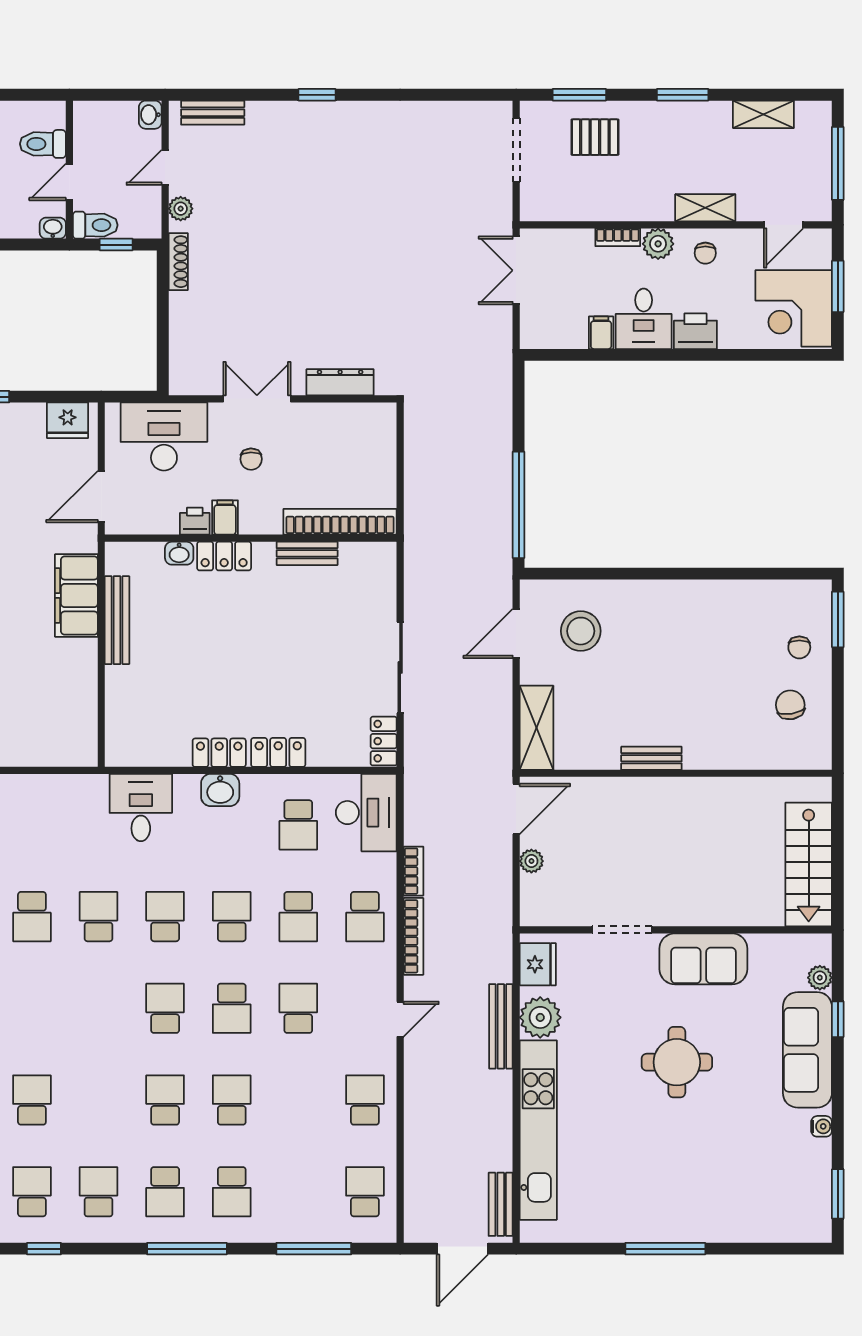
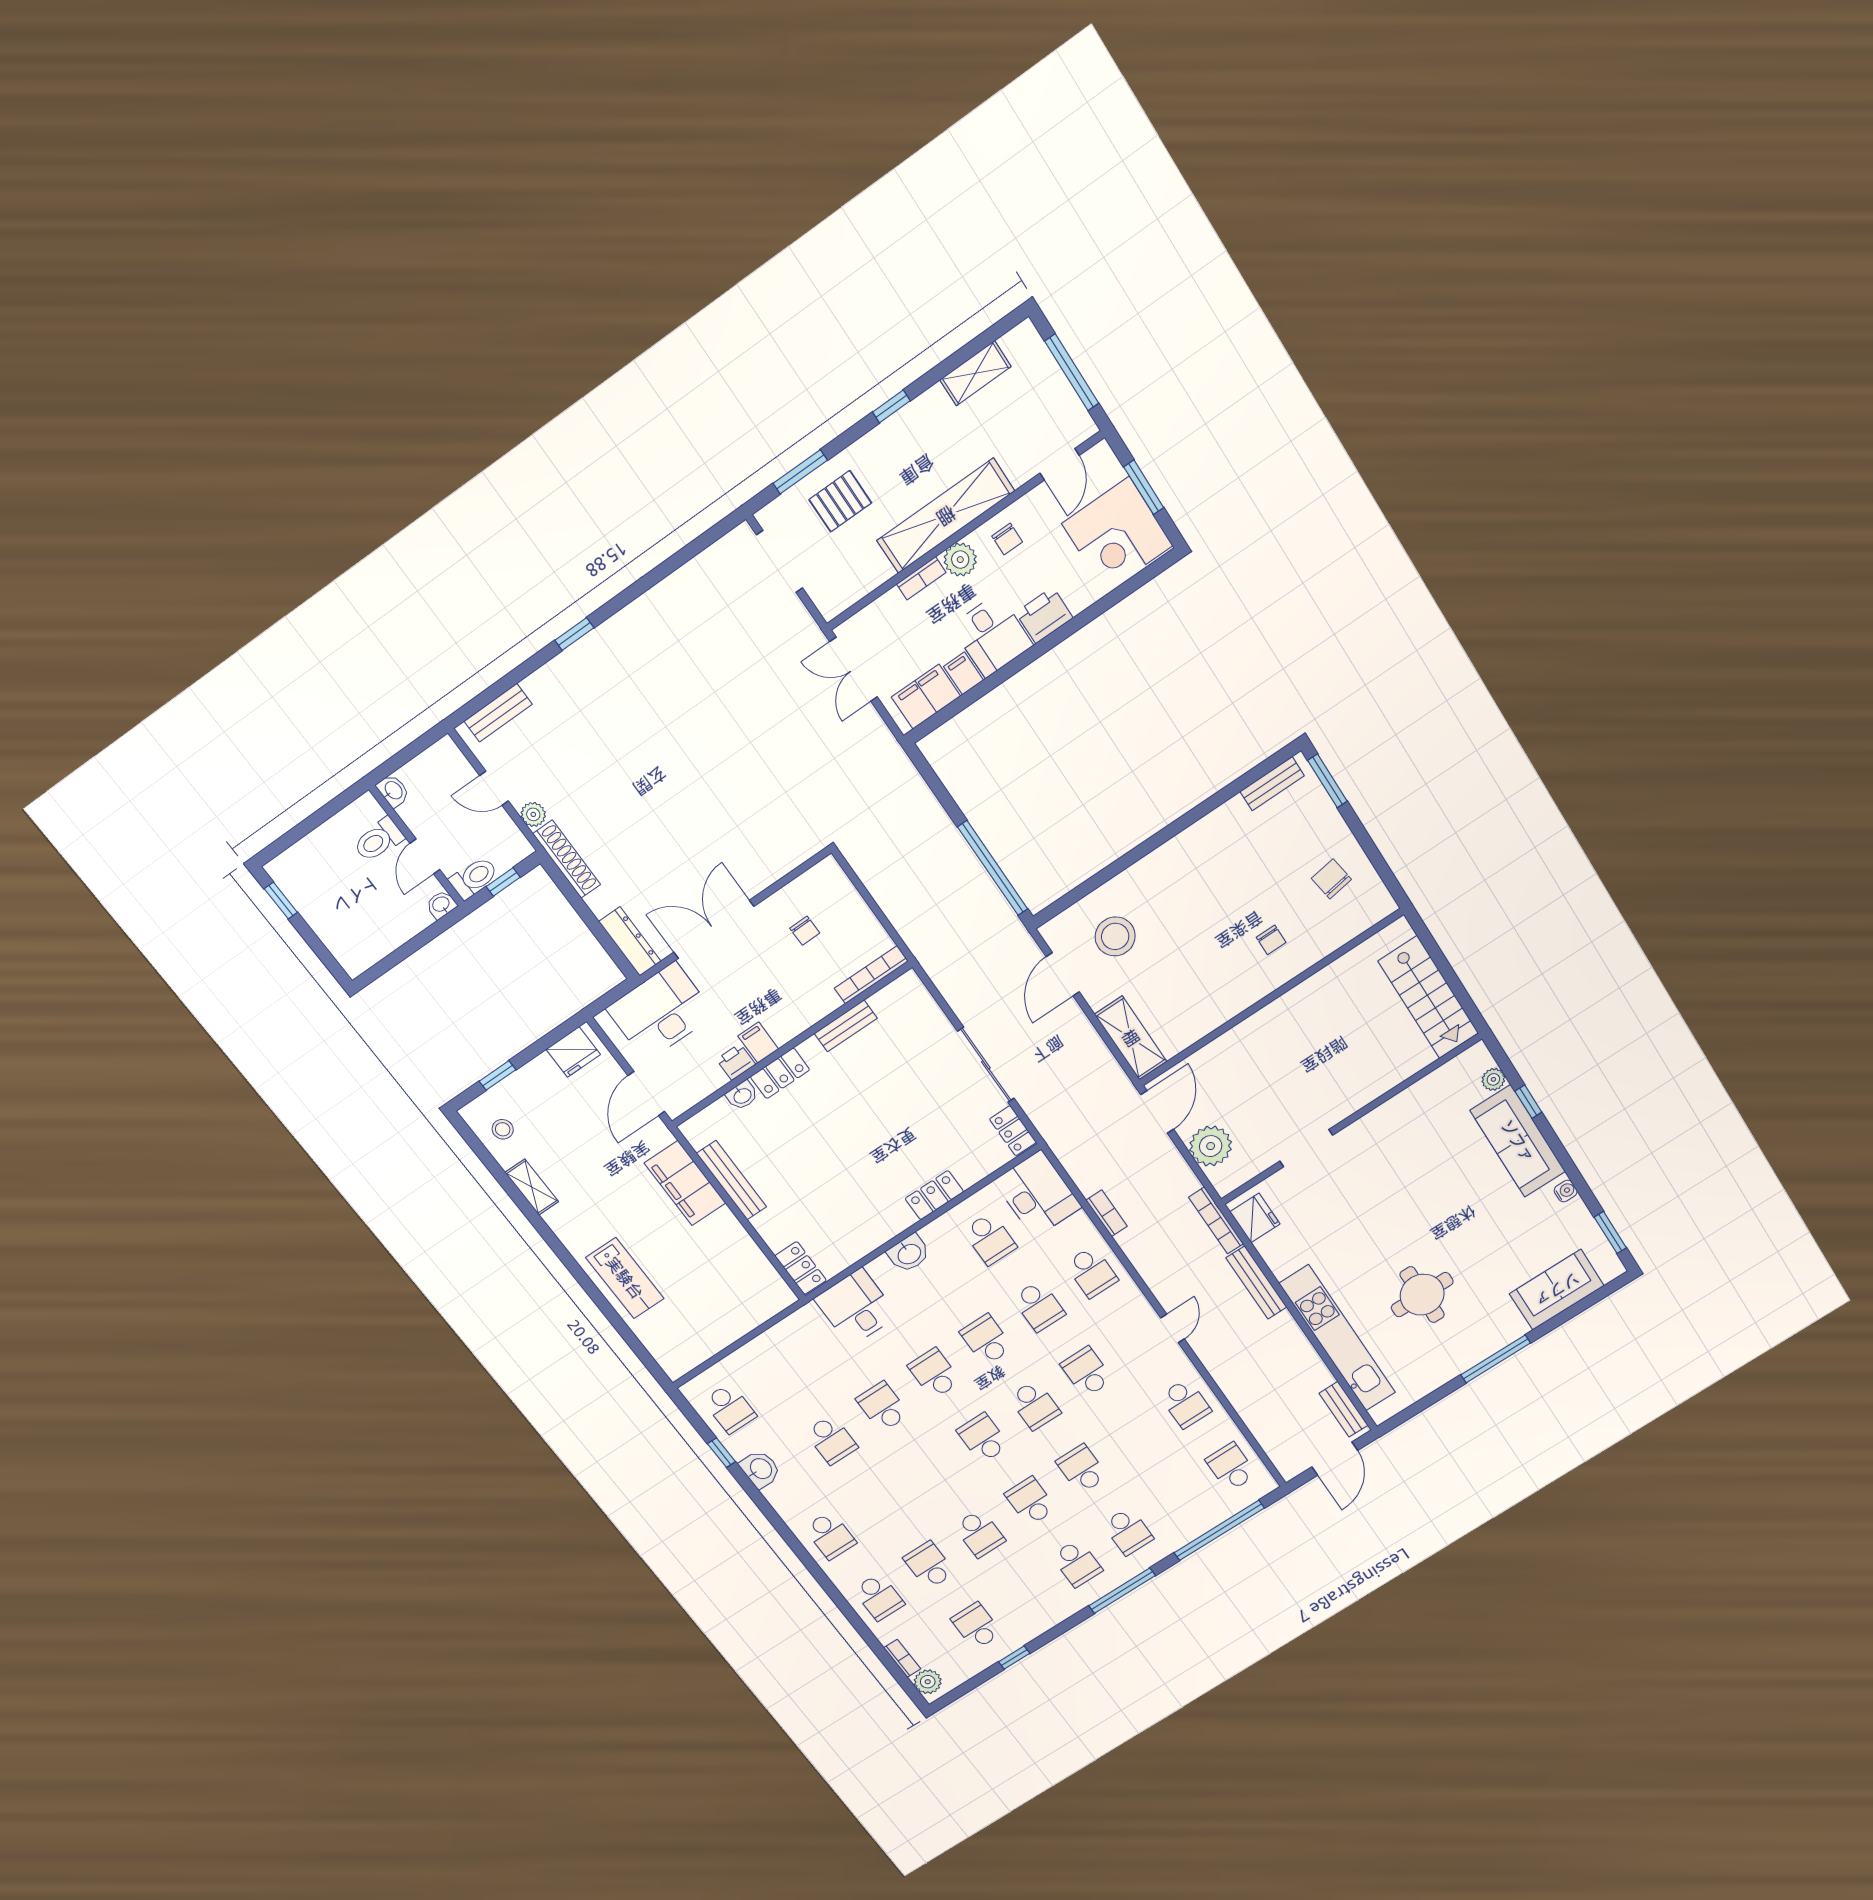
window: (683, 95) -> (891, 406), width x0.67
washbasin: (150, 115) -> (393, 791), moved, turned 180
door: (165, 167) -> (494, 788), hinge flipped
shelving: (705, 208) -> (946, 516), width x2.20, depth x1.33
shoe rack: (178, 262) -> (567, 859), width x1.36, depth x1.24
filing cabinet: (559, 330) -> (926, 697), added
dresser: (340, 382) -> (630, 941), moved, turned 90
double door: (257, 399) -> (714, 929), width x1.37
chair: (251, 459) -> (805, 931), moved
bookcase: (340, 522) -> (871, 975), width x0.68, depth x0.76
chair: (799, 647) -> (1271, 940), moved
locker: (219, 753) -> (801, 1268), moved, turned 90
bench: (651, 758) -> (1272, 784), moved
plant: (531, 861) -> (1211, 1146), width x1.88, depth x1.88
bookcase: (413, 936) -> (1216, 1221), moved, turned 180
sofa: (703, 959) -> (1557, 1290), moved, turned 180
plant: (540, 1017) -> (1284, 1256), removed
round table: (677, 1062) -> (1422, 1295), moved
school desk: (365, 1100) -> (1185, 1403), turned 180
school desk: (99, 1192) -> (980, 1533), moved, turned 180
window: (314, 1249) -> (1219, 1530), width x1.46

